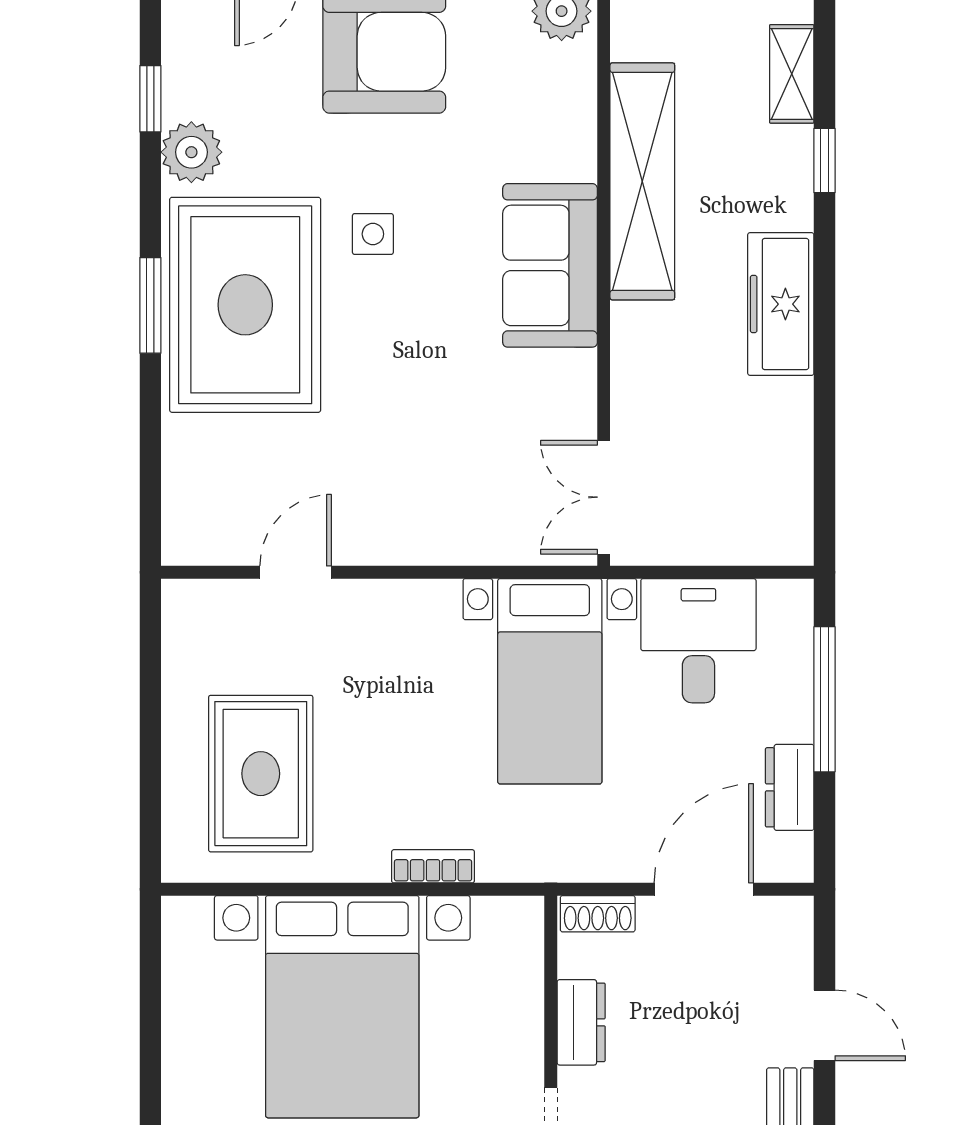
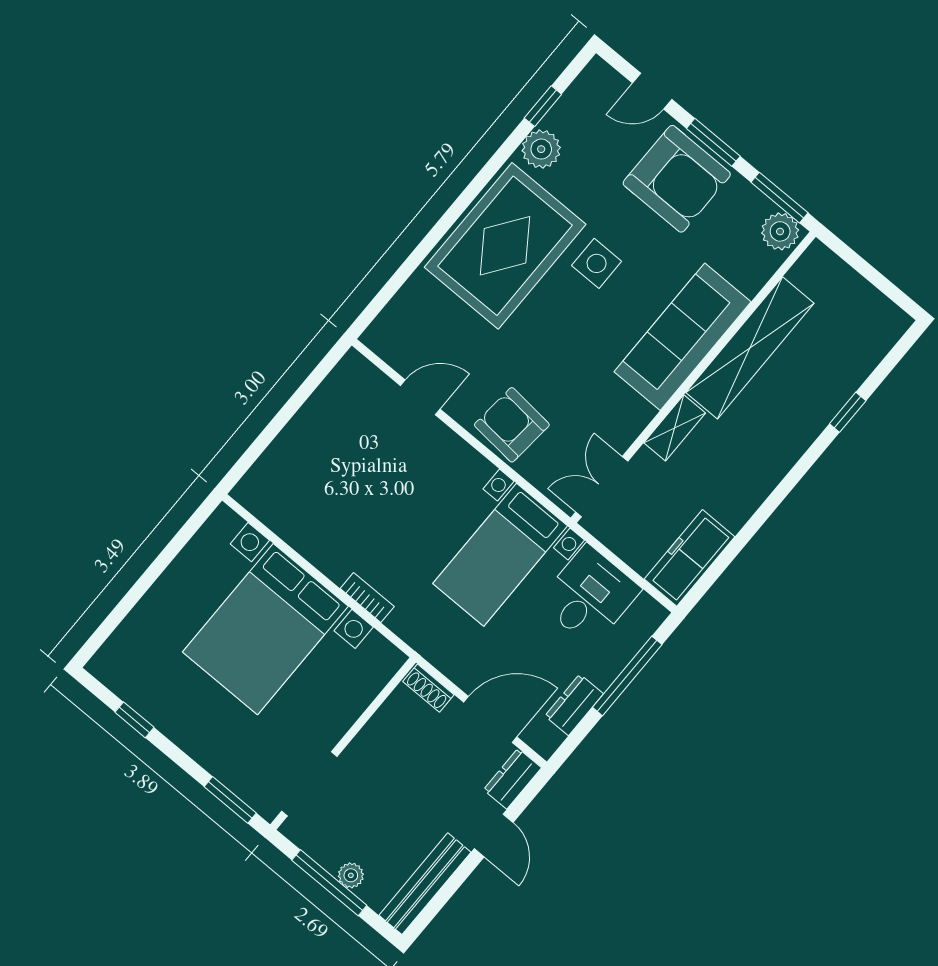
shelving: (792, 74) -> (675, 428), moved
side table: (373, 234) -> (597, 263), width x1.37, depth x1.37
sofa: (550, 265) -> (682, 337), width x1.36
freezer: (781, 304) -> (690, 558), moved
window: (150, 305) -> (458, 207), removed
armchair: (433, 513) -> (512, 425), added
rug: (261, 774) -> (321, 482), removed
dresser: (581, 1022) -> (512, 779), moved, turned 180

